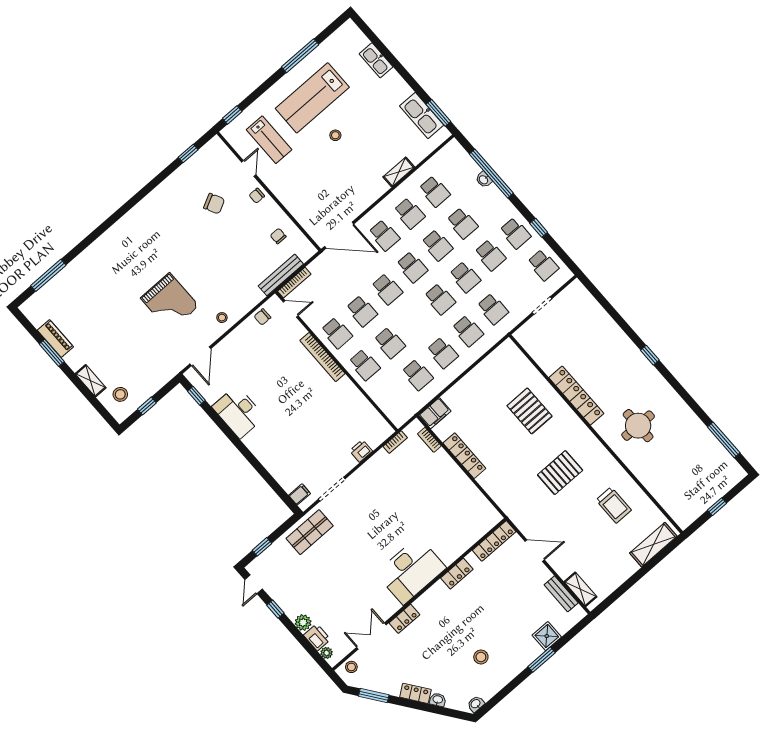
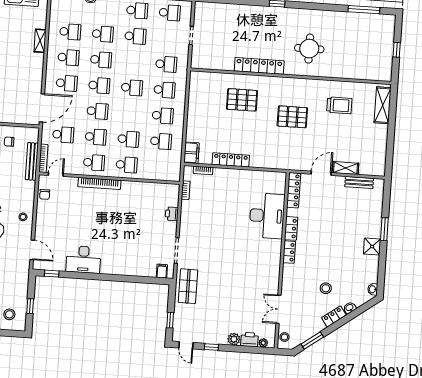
school desk: (465, 277) -> (63, 135), moved
pallet: (560, 473) -> (292, 117), turned 90
desk: (411, 571) -> (267, 216), moved
shelving: (580, 589) -> (346, 168), moved
locker: (404, 619) -> (289, 252), moved
shower: (547, 636) -> (372, 247), moved
stool: (481, 657) -> (326, 288), moved

